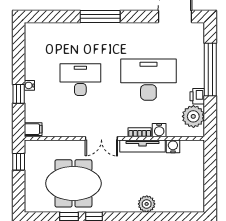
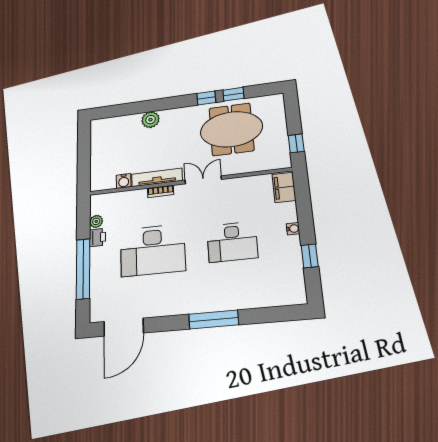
window: (19, 94) -> (310, 256), moved
plant: (193, 116) -> (96, 221), width x0.53, depth x0.53
filing cabinet: (33, 129) -> (284, 187), width x2.00
water cooler: (159, 130) -> (139, 196), removed

